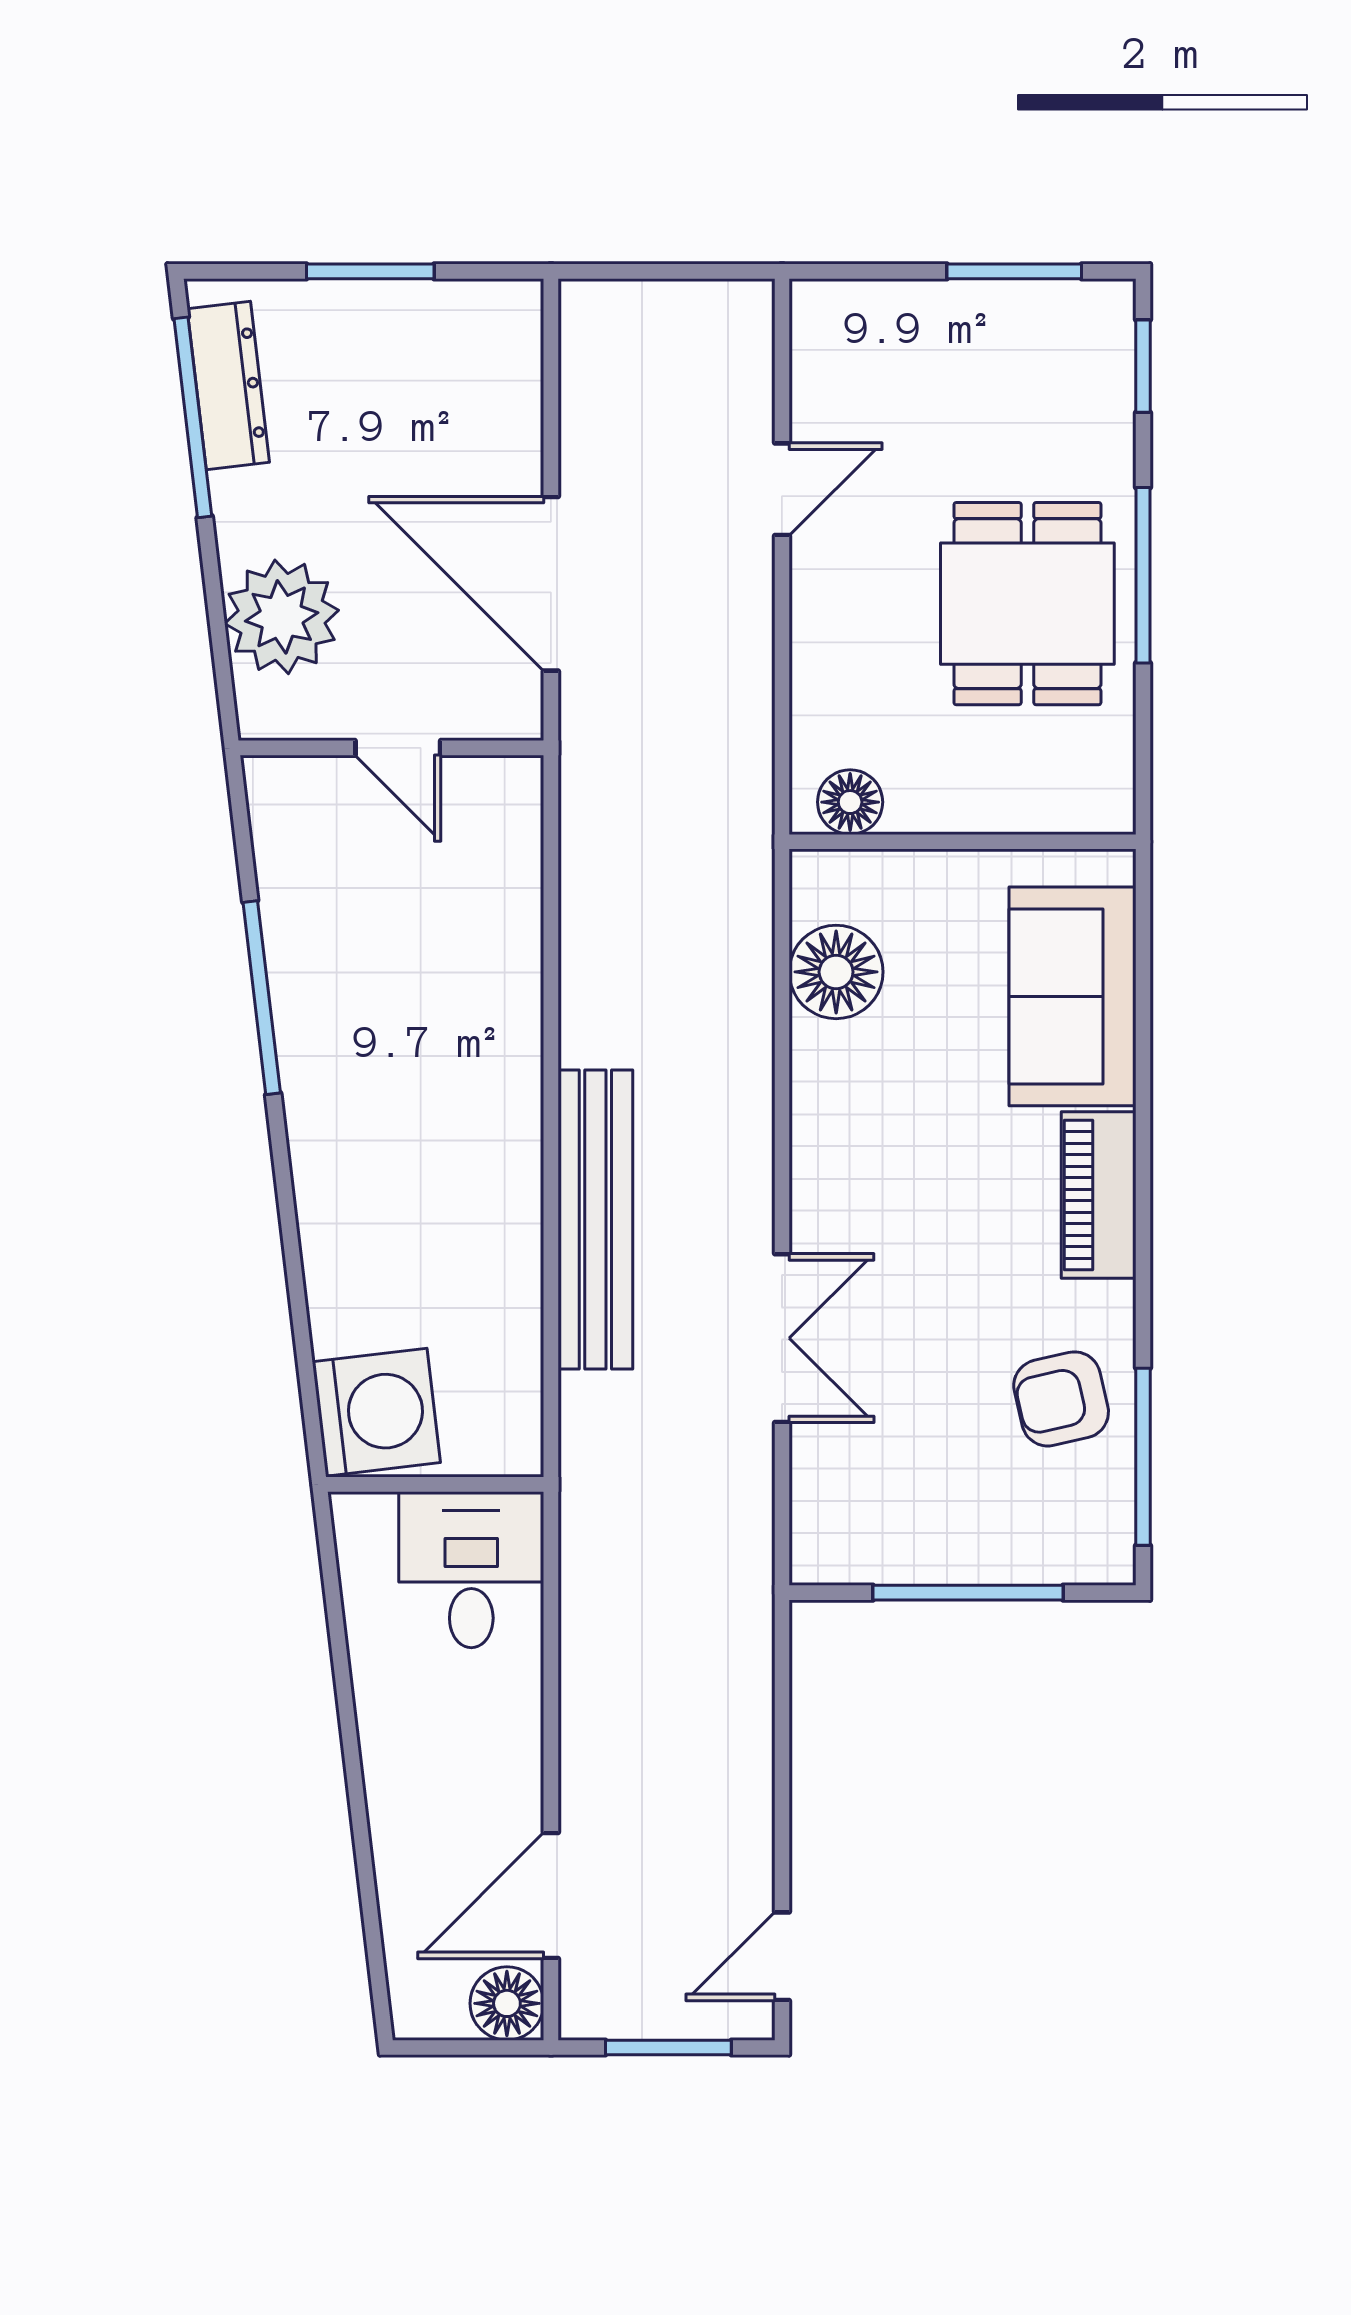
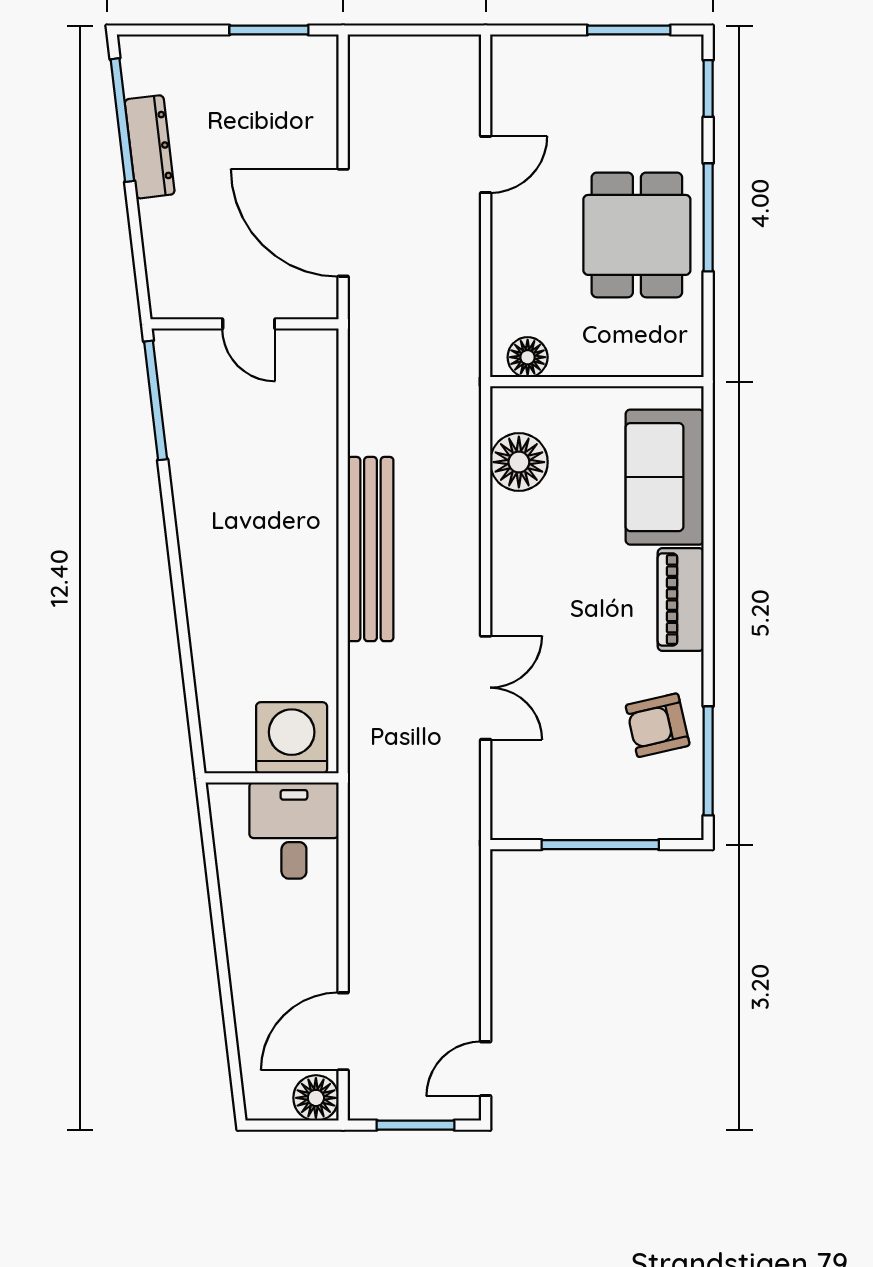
window: (370, 271) -> (269, 30), moved
dresser: (228, 386) -> (150, 147), moved
plant: (282, 617) -> (177, 243), removed
window: (262, 998) -> (156, 400), moved
bench: (595, 1220) -> (370, 549), moved
washing machine: (376, 1412) -> (292, 738), moved, turned -83

